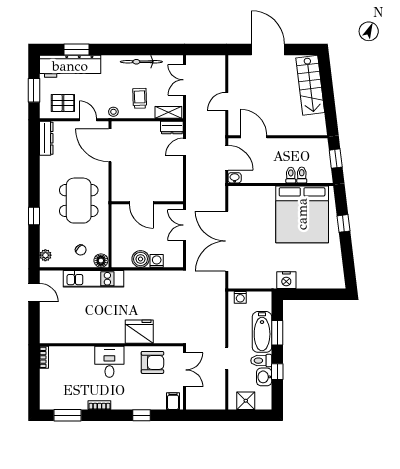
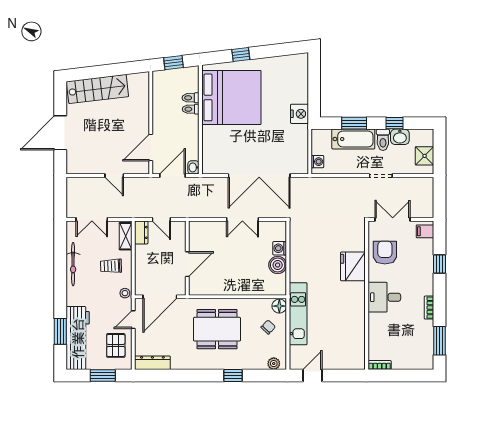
door: (141, 203) -> (187, 264), moved
wall: (147, 203) -> (187, 258), moved

